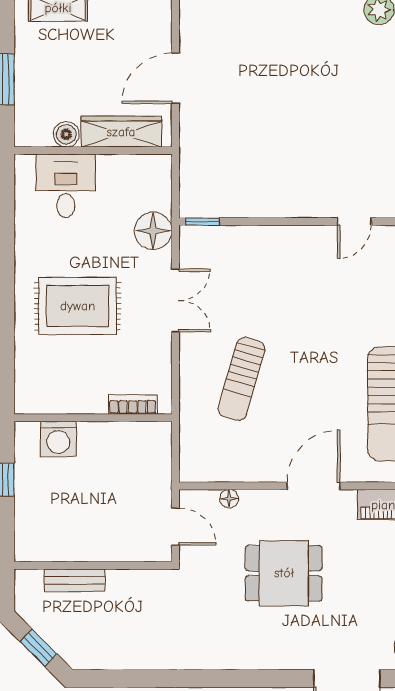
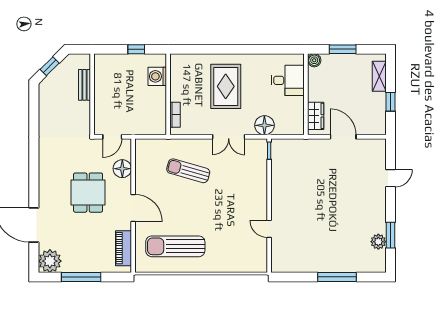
wardrobe: (121, 132) -> (316, 116), width x0.67
boiler: (66, 134) -> (314, 60), moved
floor lamp: (229, 499) -> (122, 169), width x1.89, depth x1.89

